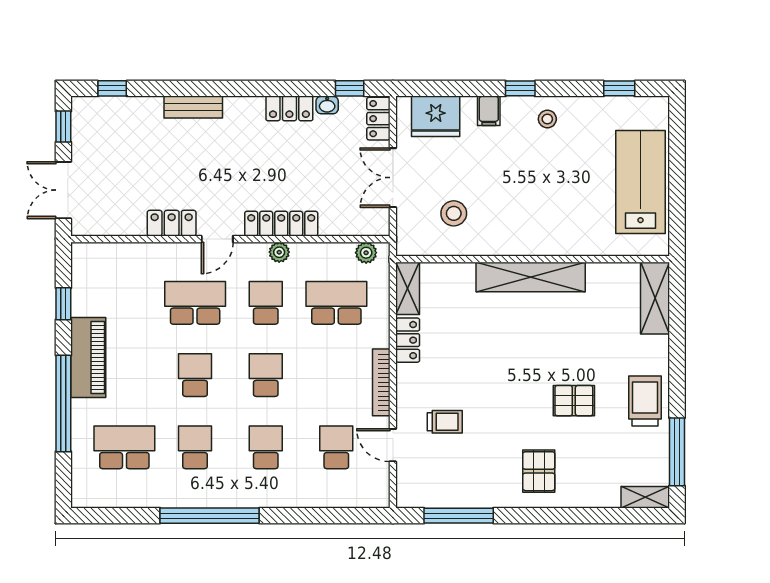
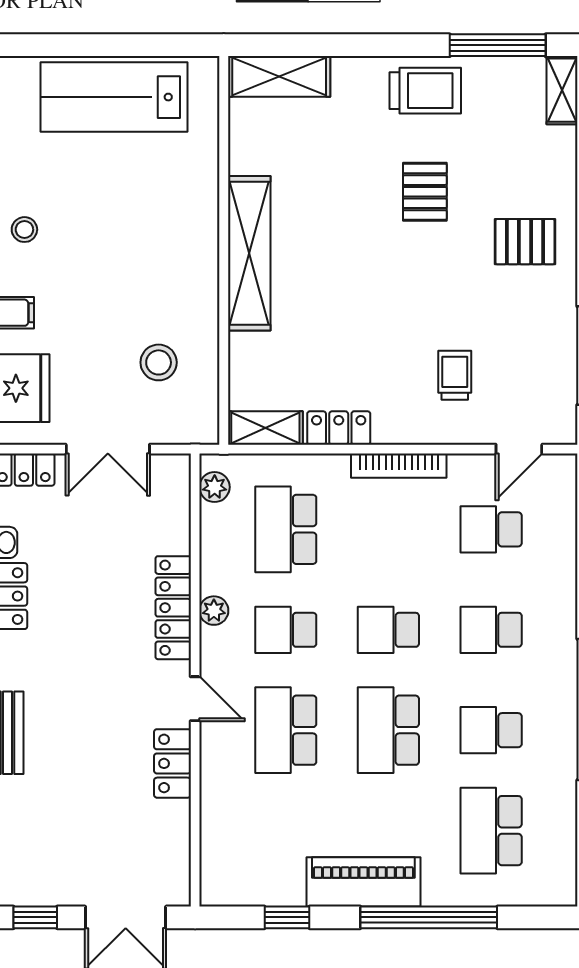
school desk: (195, 375) -> (388, 730), width x1.85
trolley: (645, 401) -> (425, 91), turned 180
door: (393, 445) -> (519, 449), moved

